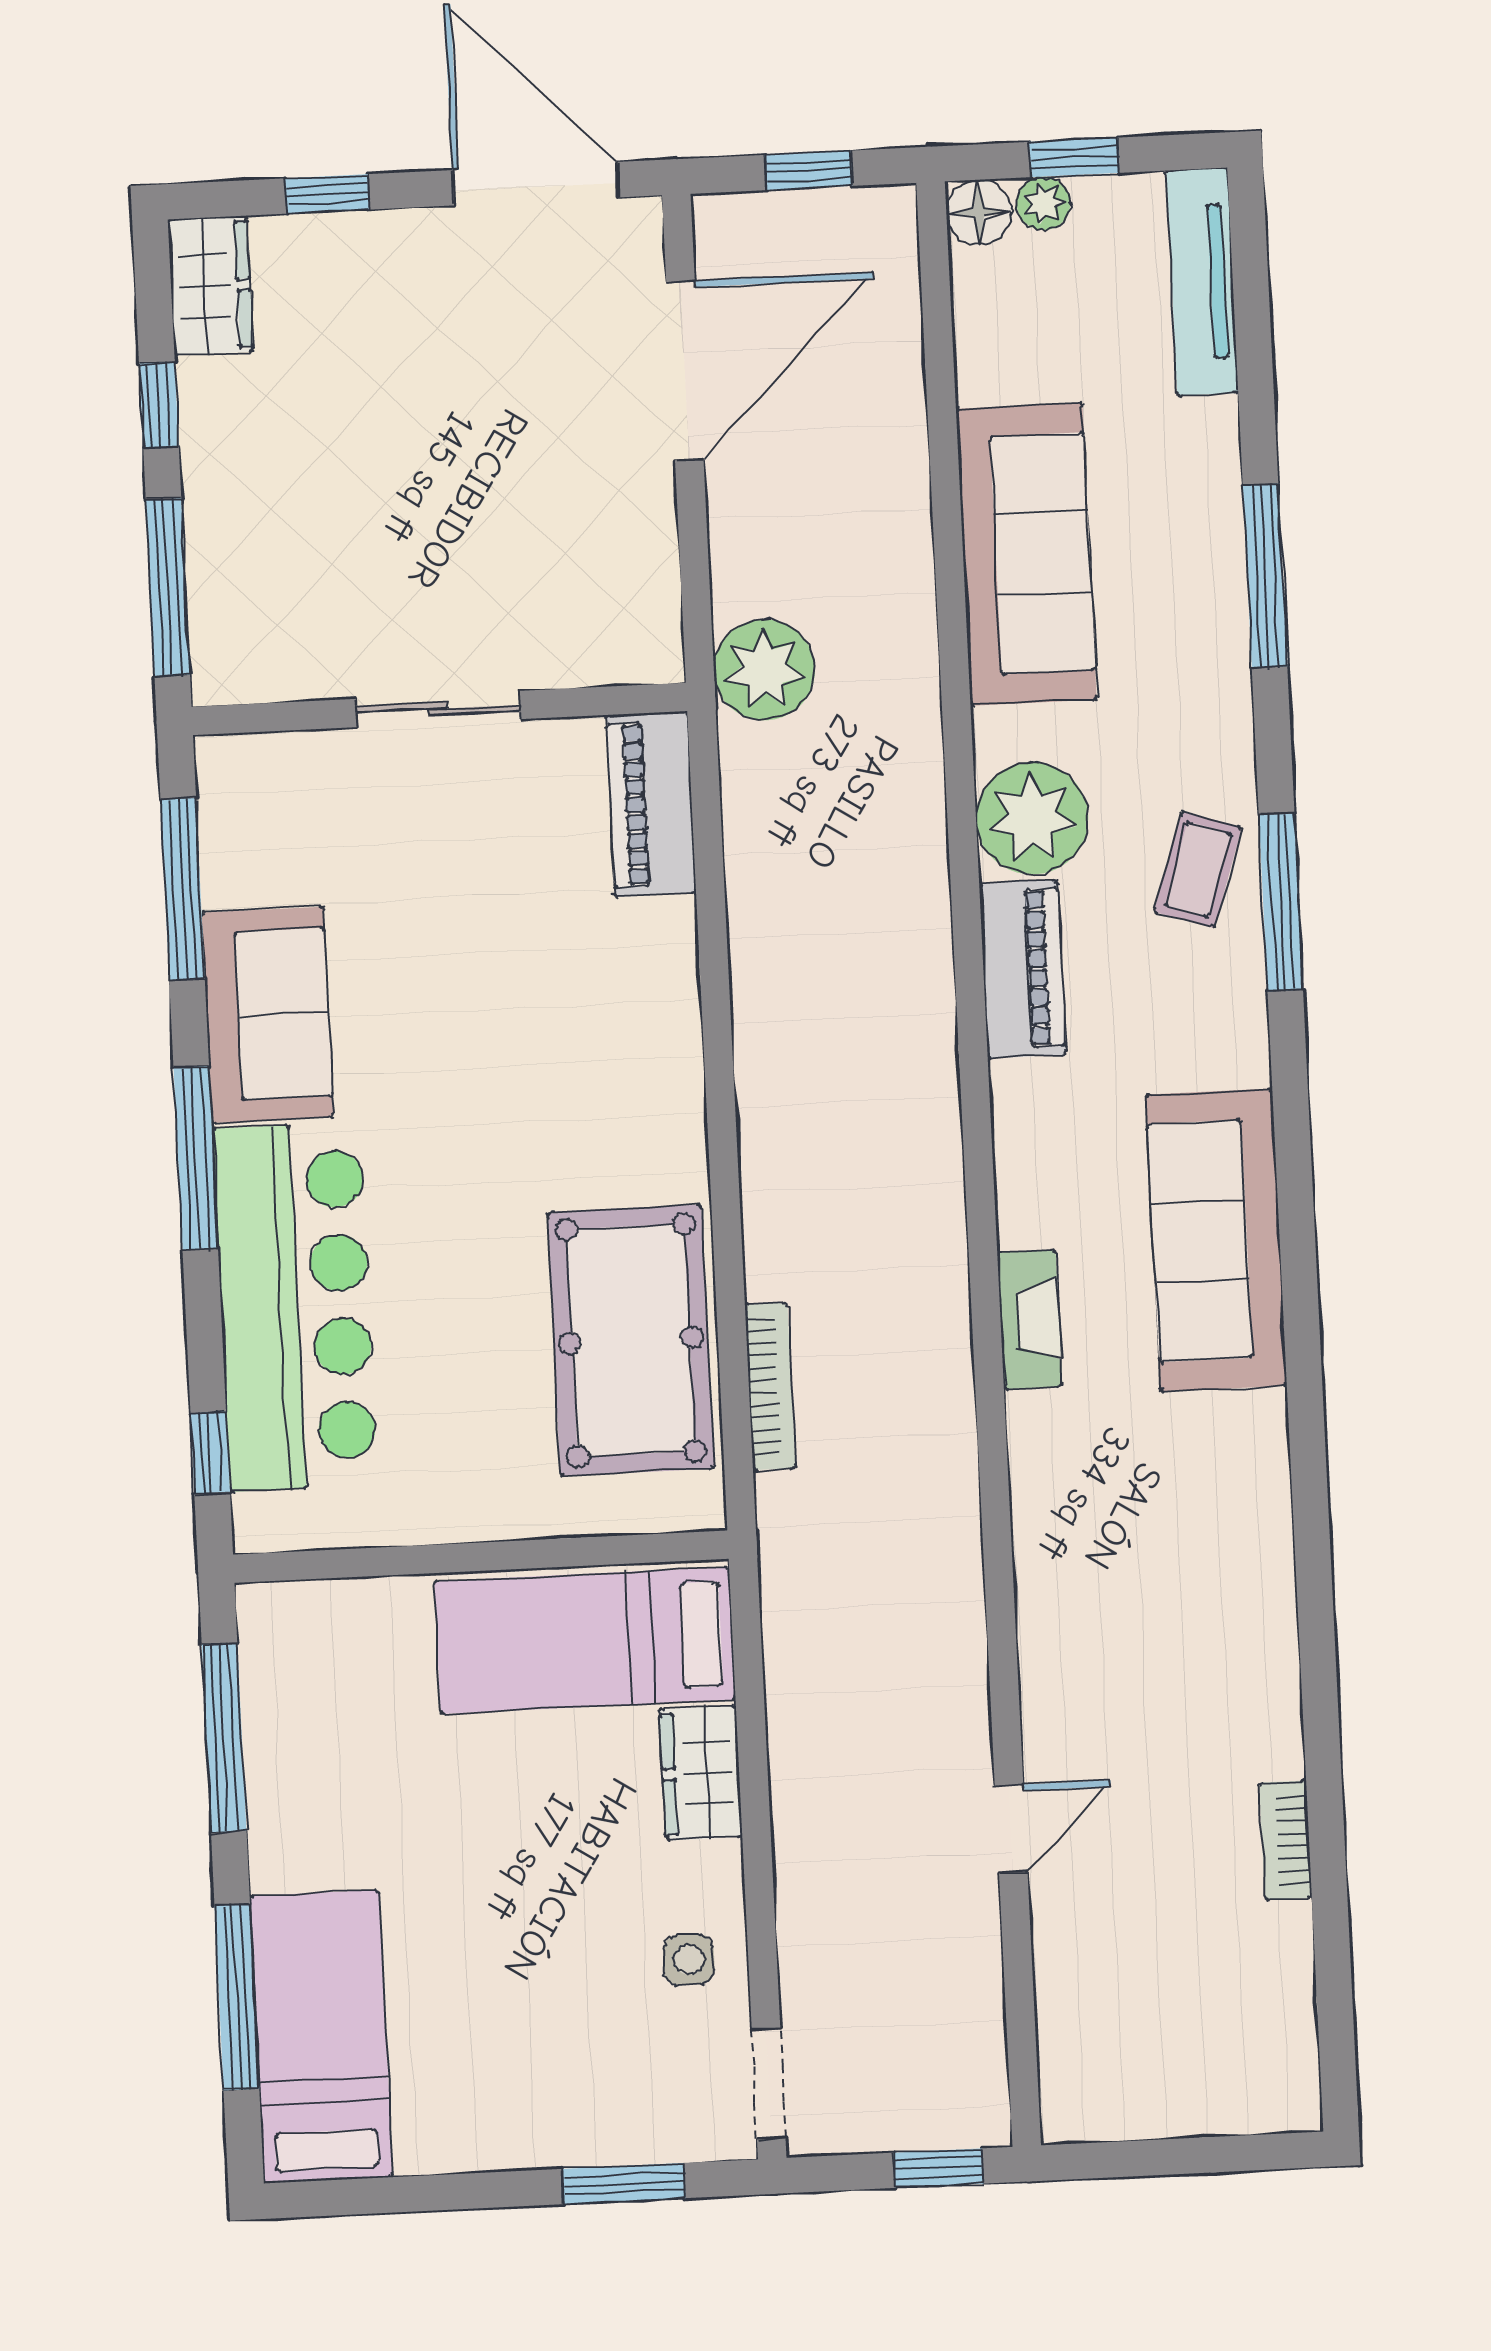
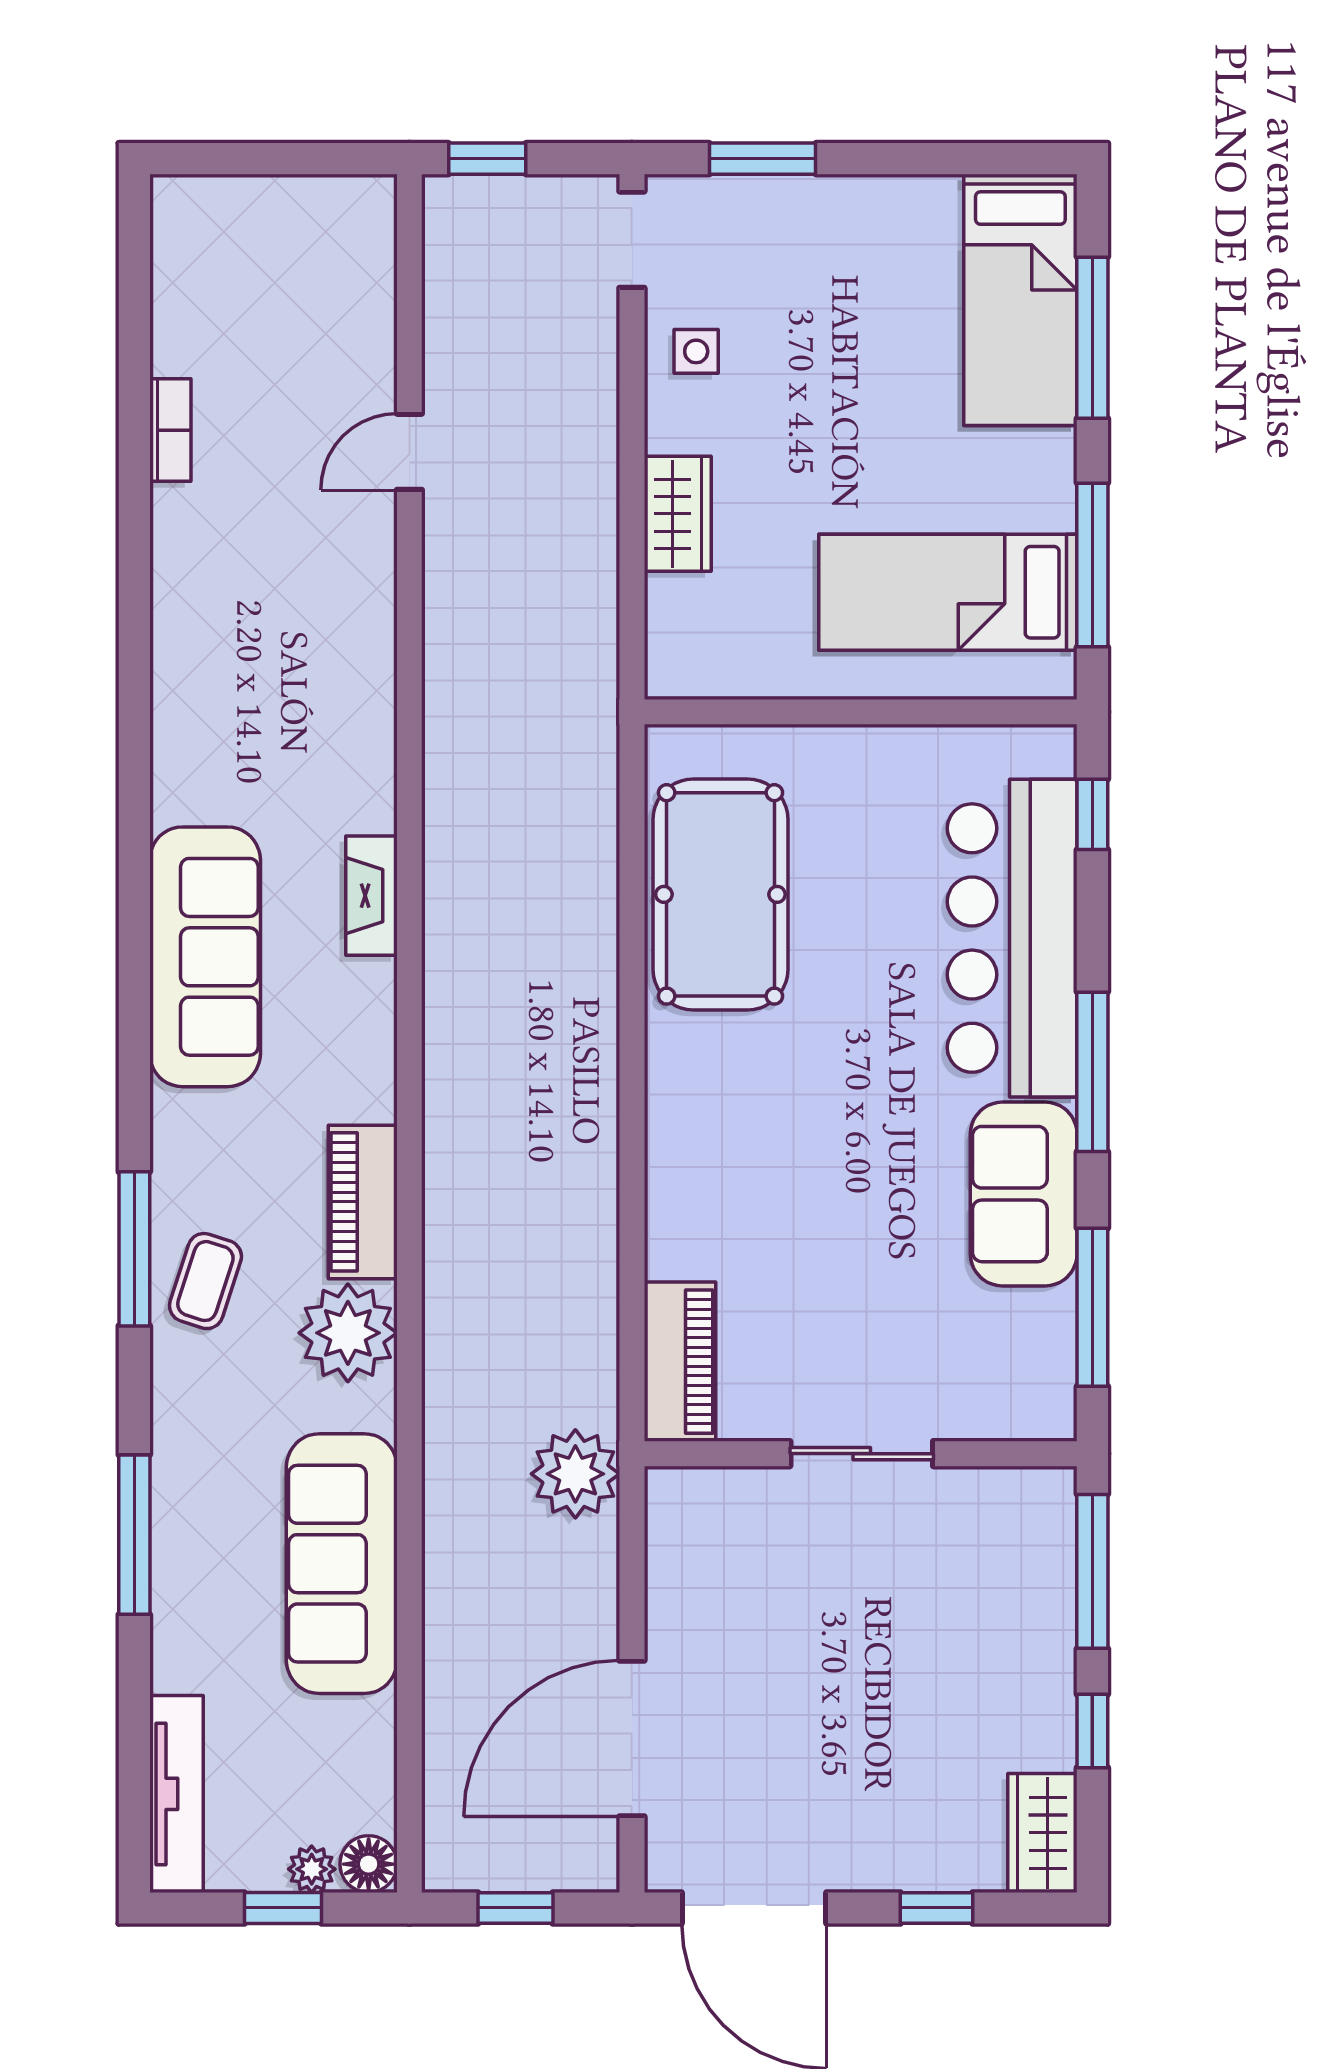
bookcase: (770, 1386) -> (601, 849), removed
bed: (585, 1640) -> (948, 592), moved, turned 180

